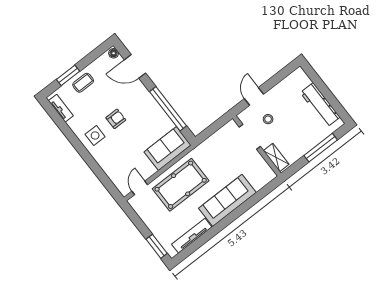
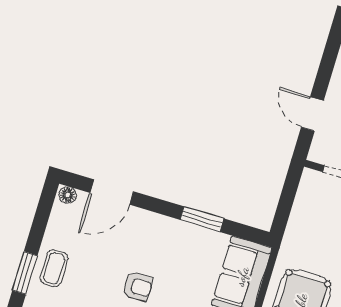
window: (168, 109) -> (202, 219), width x0.47
armchair: (116, 119) -> (138, 286), turned 90

